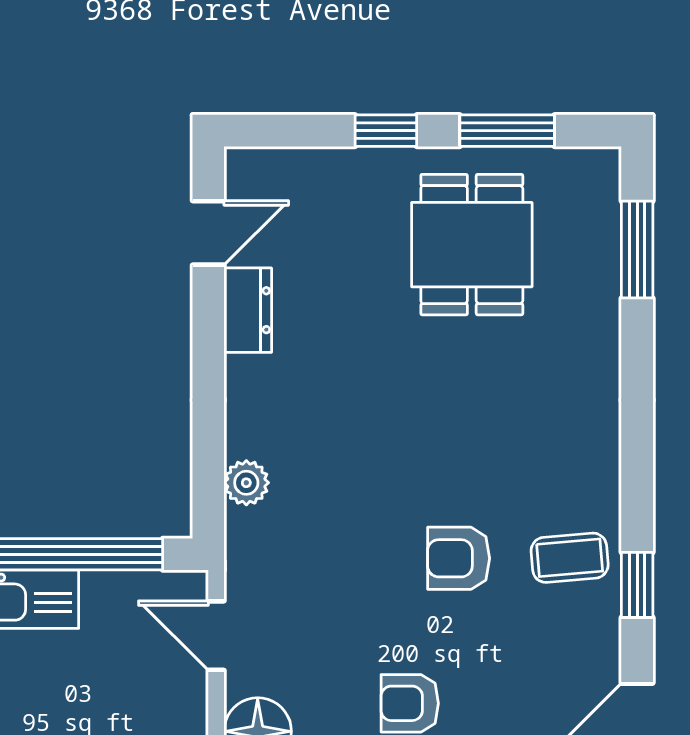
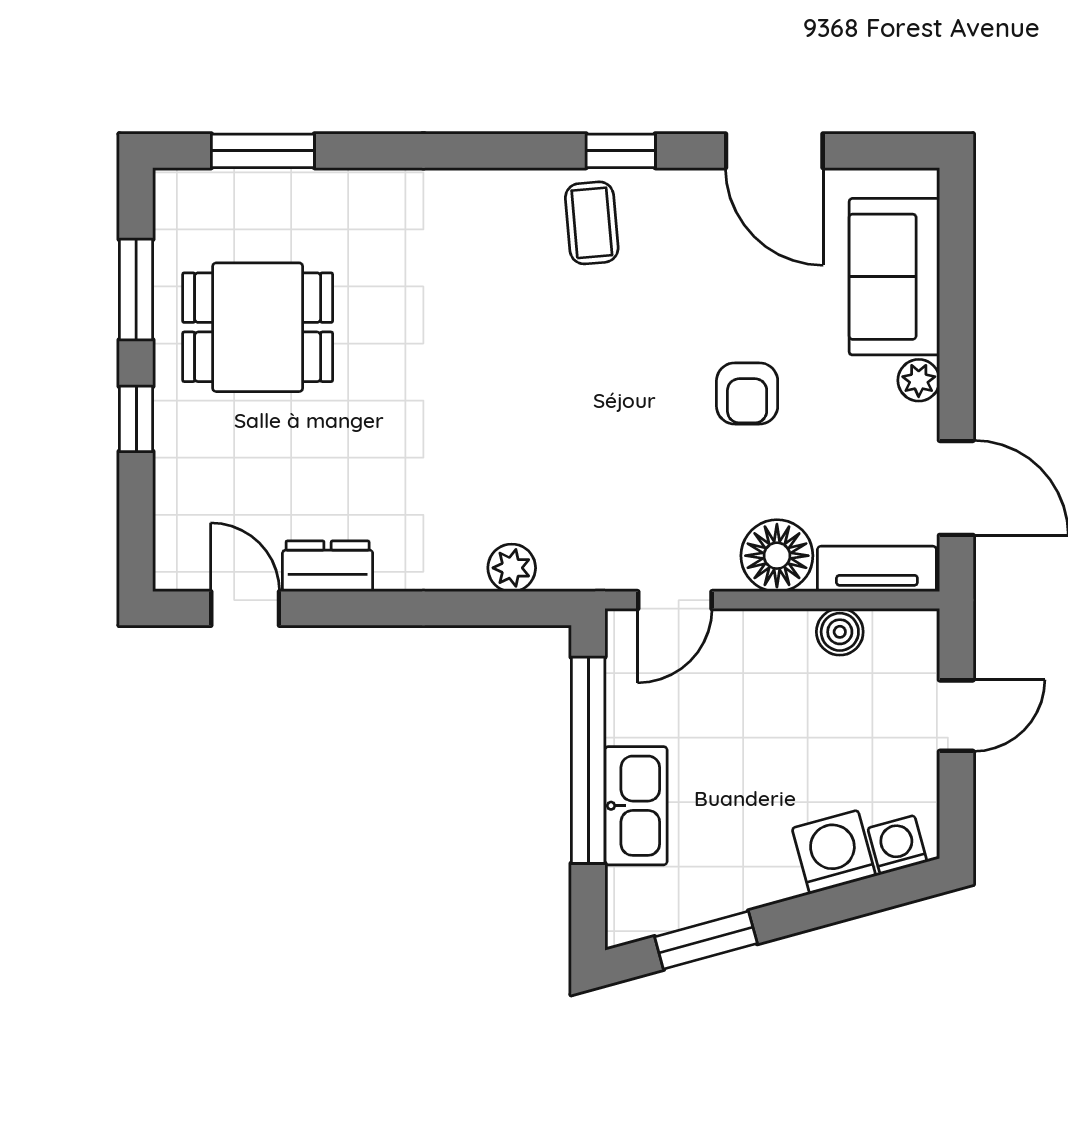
armchair: (459, 558) -> (592, 341), removed

